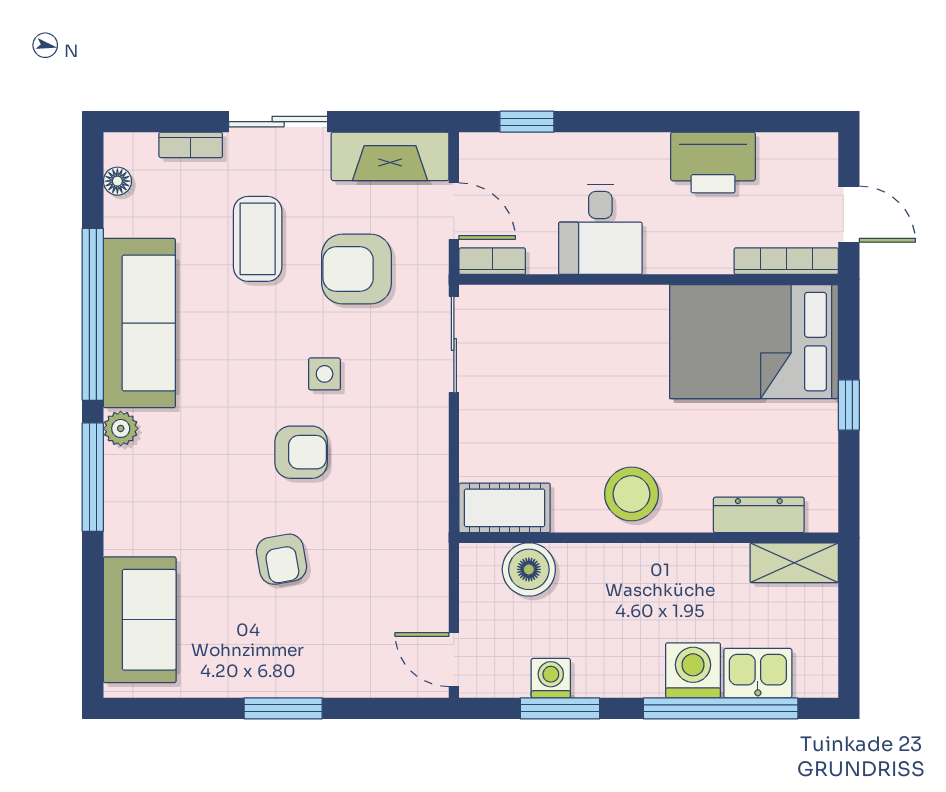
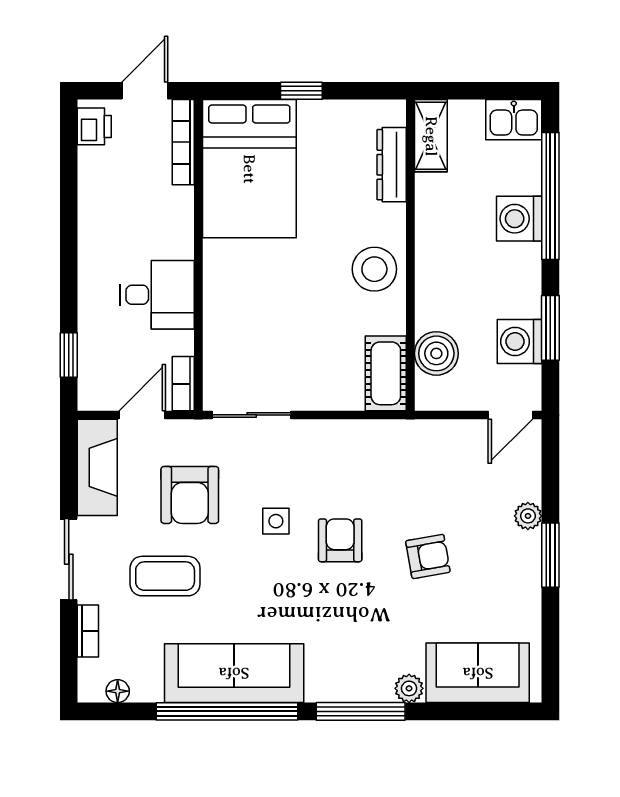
printer: (713, 163) -> (94, 126), moved, width x0.53, depth x0.68
plant: (121, 428) -> (409, 688), moved
kitchen sink: (758, 673) -> (514, 120), moved, turned -90
washing machine: (551, 678) -> (519, 341), width x1.38, depth x1.38
plant: (331, 681) -> (528, 516), added

